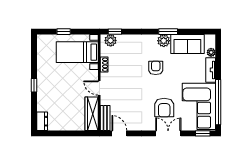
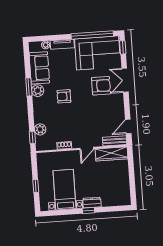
plant: (111, 40) -> (40, 129), moved
bed with nightstands: (77, 52) -> (64, 190), moved, turned 180
dresser: (42, 121) -> (92, 203), moved

